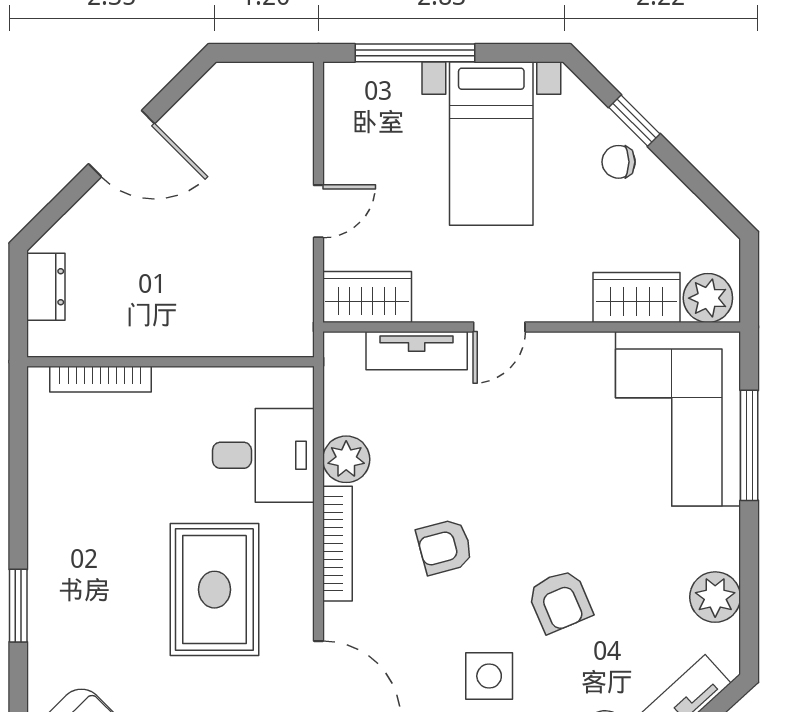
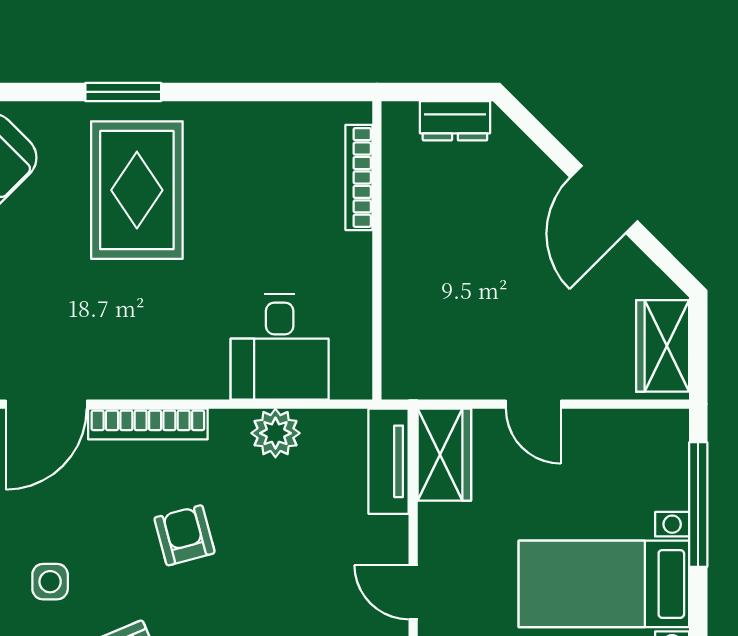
wardrobe: (262, 87) -> (663, 346), added
tv unit: (417, 351) -> (389, 461), moved
bookcase: (338, 544) -> (148, 424), moved
rug: (214, 590) -> (137, 190), moved, turned 90
side table: (489, 676) -> (50, 582), width x0.73, depth x0.73

